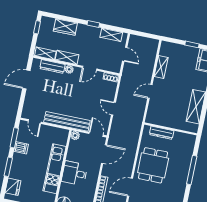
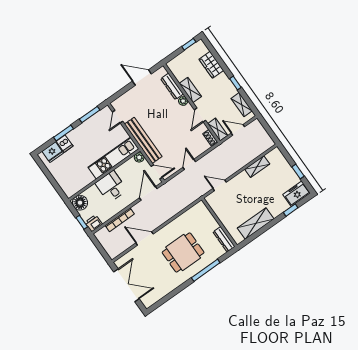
shelving: (45, 53) -> (218, 130), moved
door: (125, 54) -> (238, 130), swing flipped
door: (90, 68) -> (200, 115), hinge flipped
door: (150, 91) -> (220, 185), moved
dresser: (162, 133) -> (224, 239), moved
door: (96, 134) -> (157, 172), hinge flipped
dishwasher: (21, 148) -> (65, 144), moved
door: (104, 154) -> (148, 193), swing flipped
dining table: (153, 165) -> (183, 252), moved
kitchen unit: (55, 169) -> (113, 158), moved

